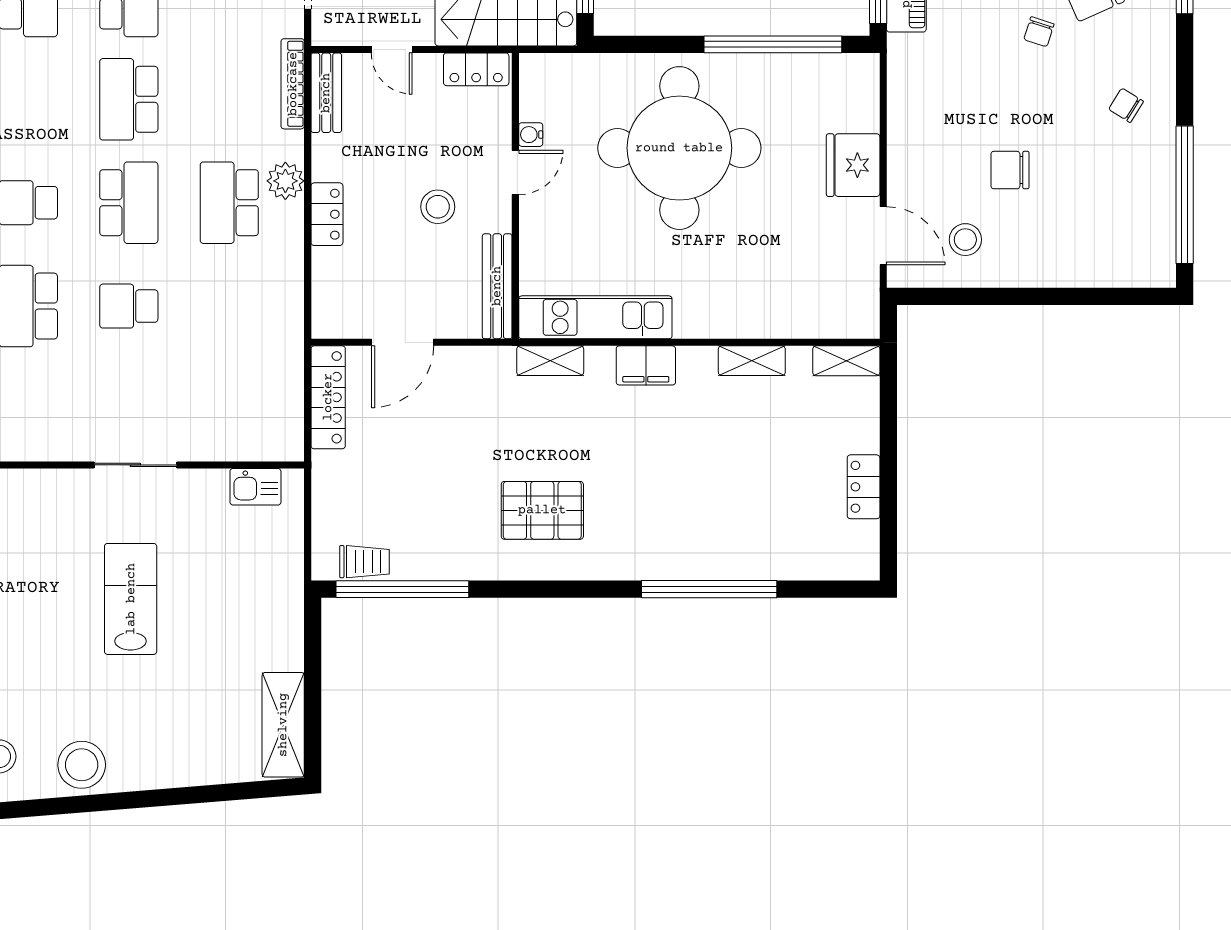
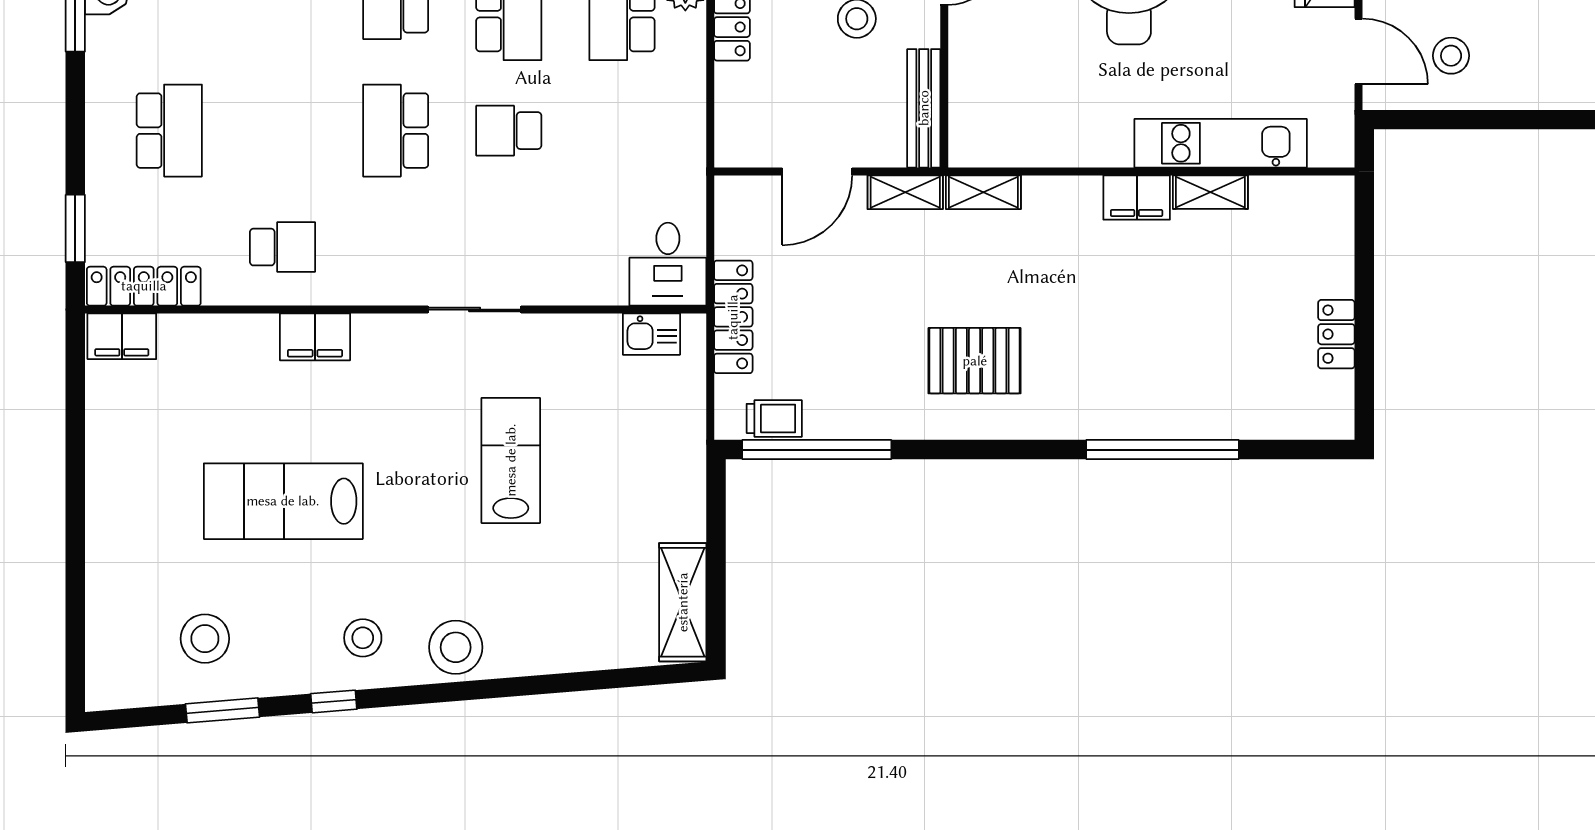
kitchen unit: (595, 317) -> (1221, 143), moved
shelving: (846, 361) -> (905, 192), moved
filing cabinet: (646, 365) -> (1137, 197), moved
locker: (328, 397) -> (733, 317), moved
desk: (270, 425) -> (668, 264), added
sliding door: (135, 465) -> (475, 310), moved

